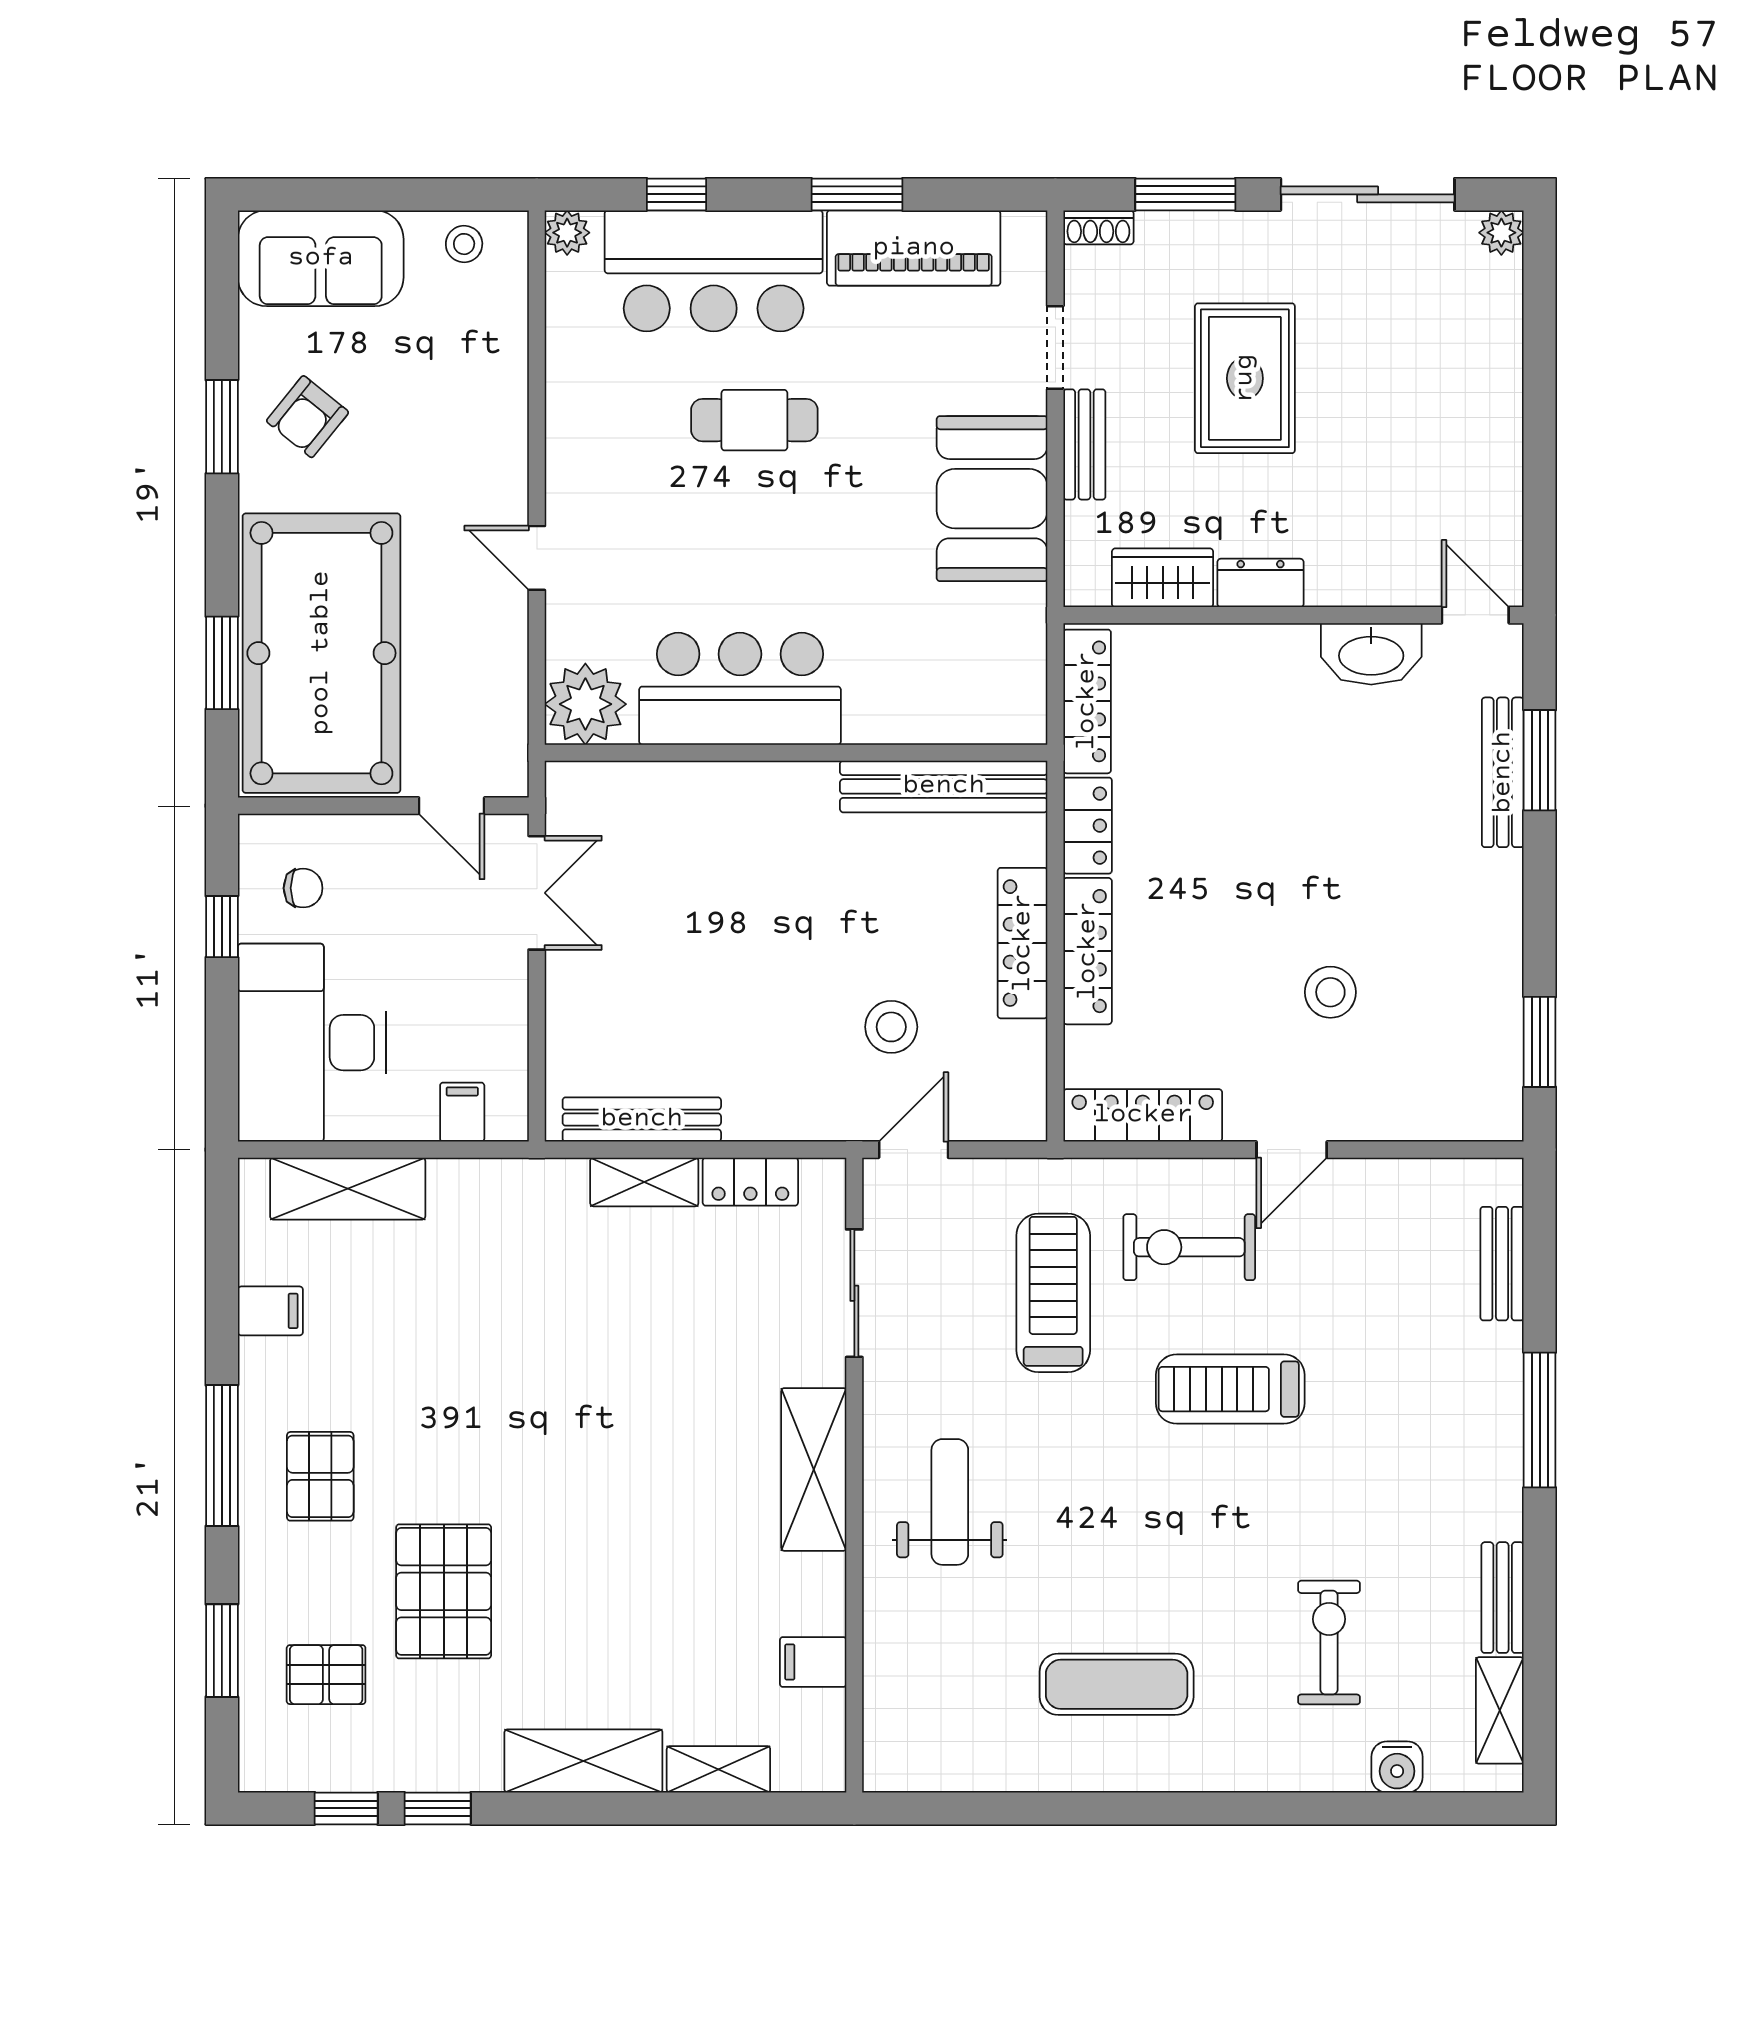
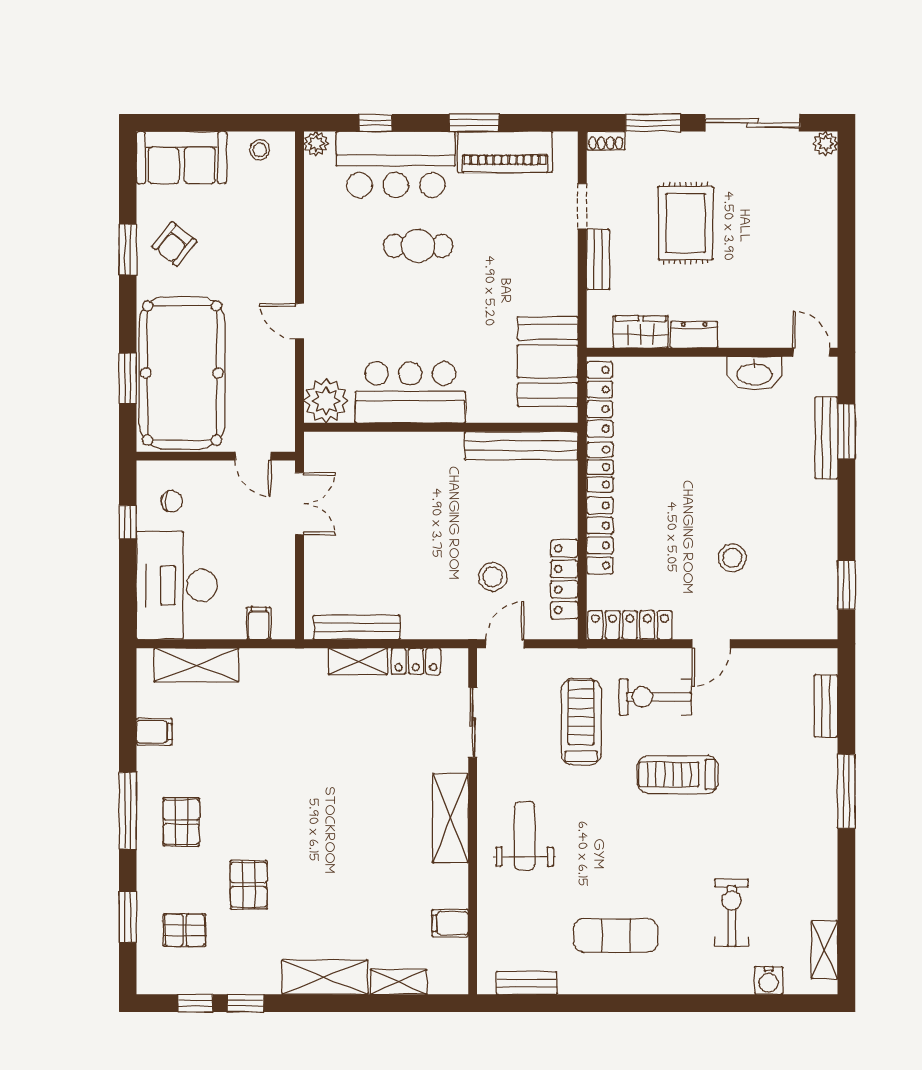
booth: (992, 499) -> (548, 361), moved
locker: (1023, 943) -> (564, 579), moved
pallet: (444, 1591) -> (249, 885), width x0.67, depth x0.71
bench: (1503, 1598) -> (527, 983), moved, turned 90

